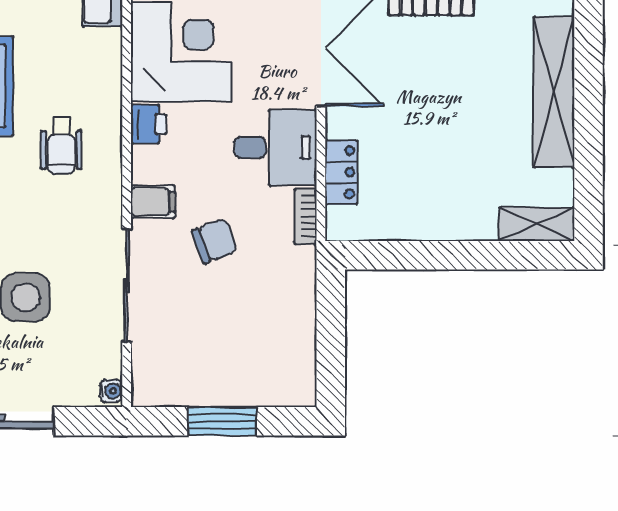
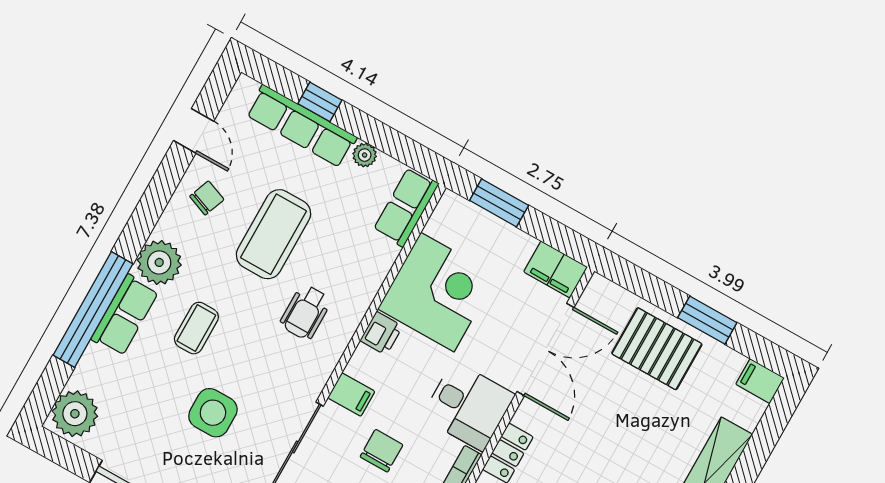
chair: (214, 241) -> (381, 451), turned -69

